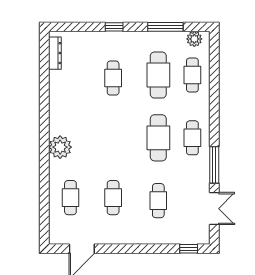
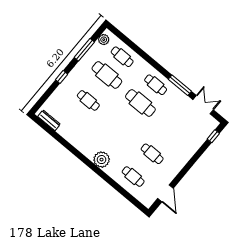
cafe table: (158, 201) -> (174, 131), removed

